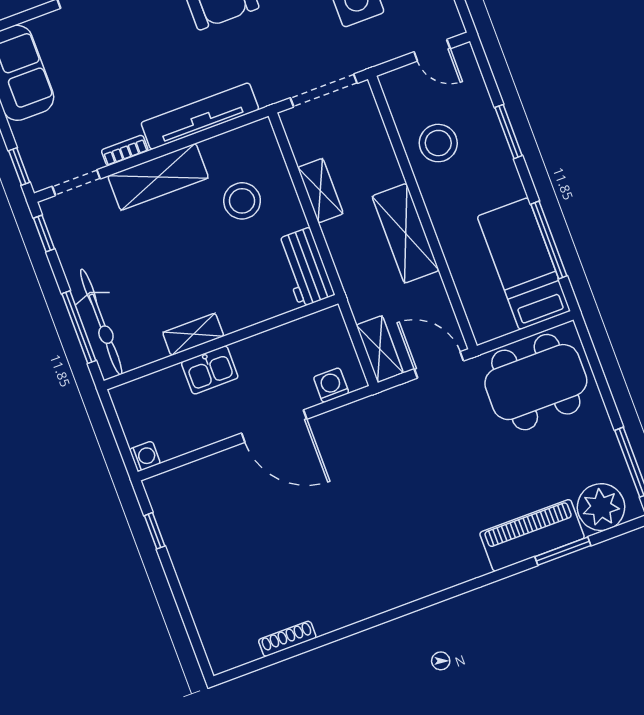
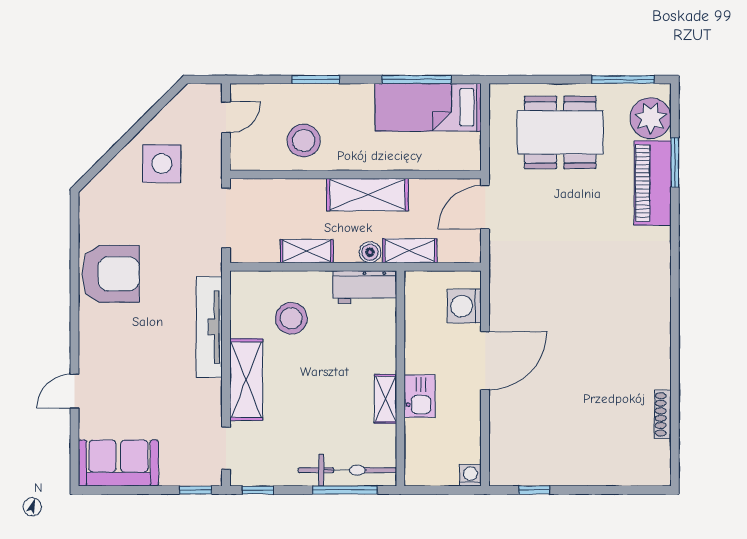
bookcase: (125, 150) -> (214, 399), removed
boiler: (345, 259) -> (370, 252), added
shelving: (380, 349) -> (410, 251), moved
dining table: (536, 382) -> (560, 132), moved, turned 90
washing machine: (331, 385) -> (464, 306), width x1.38, depth x1.38

